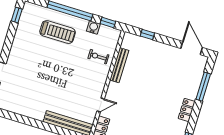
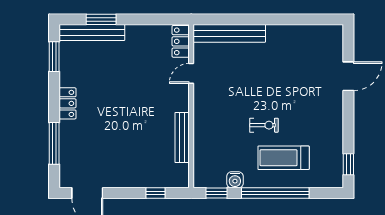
exercise bike: (98, 57) -> (264, 125), moved

